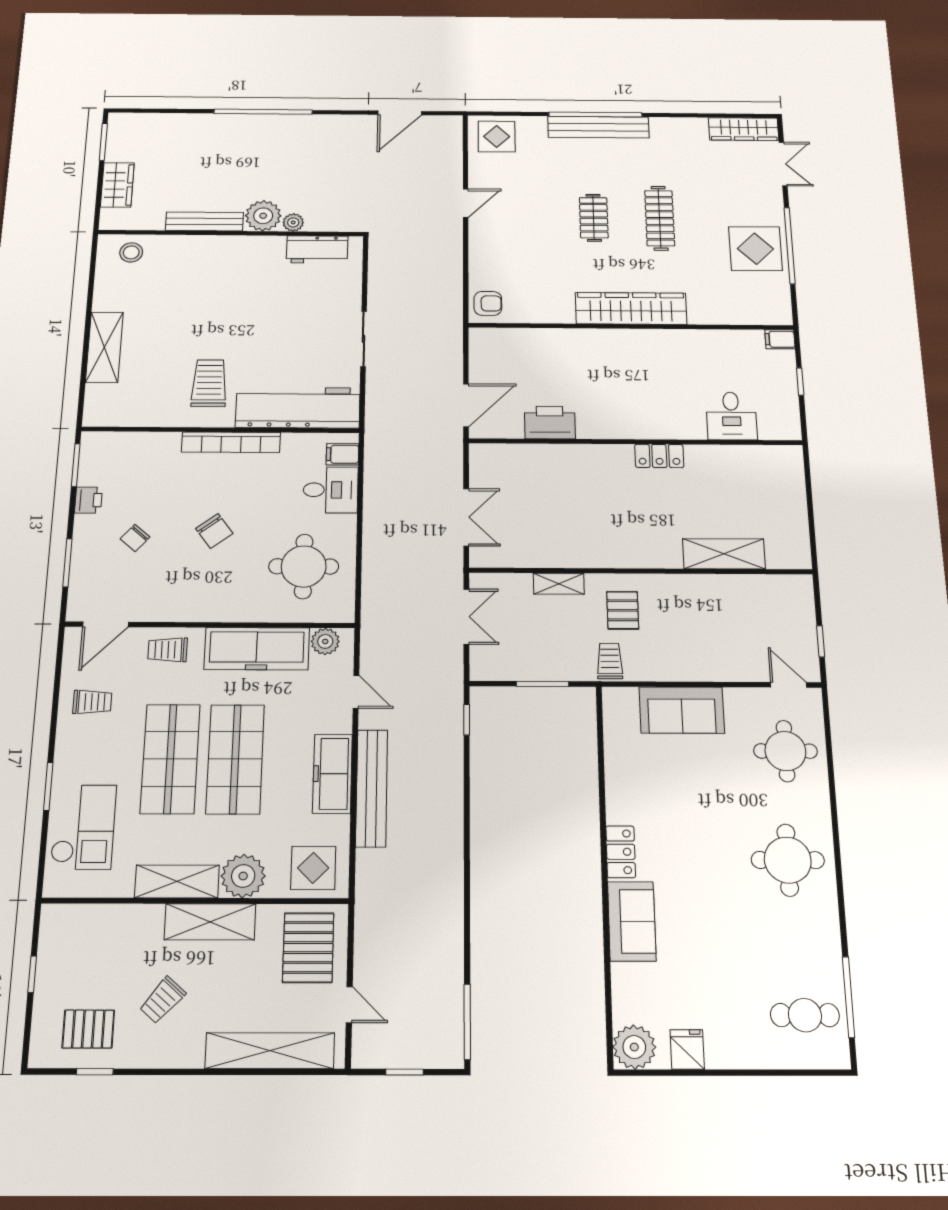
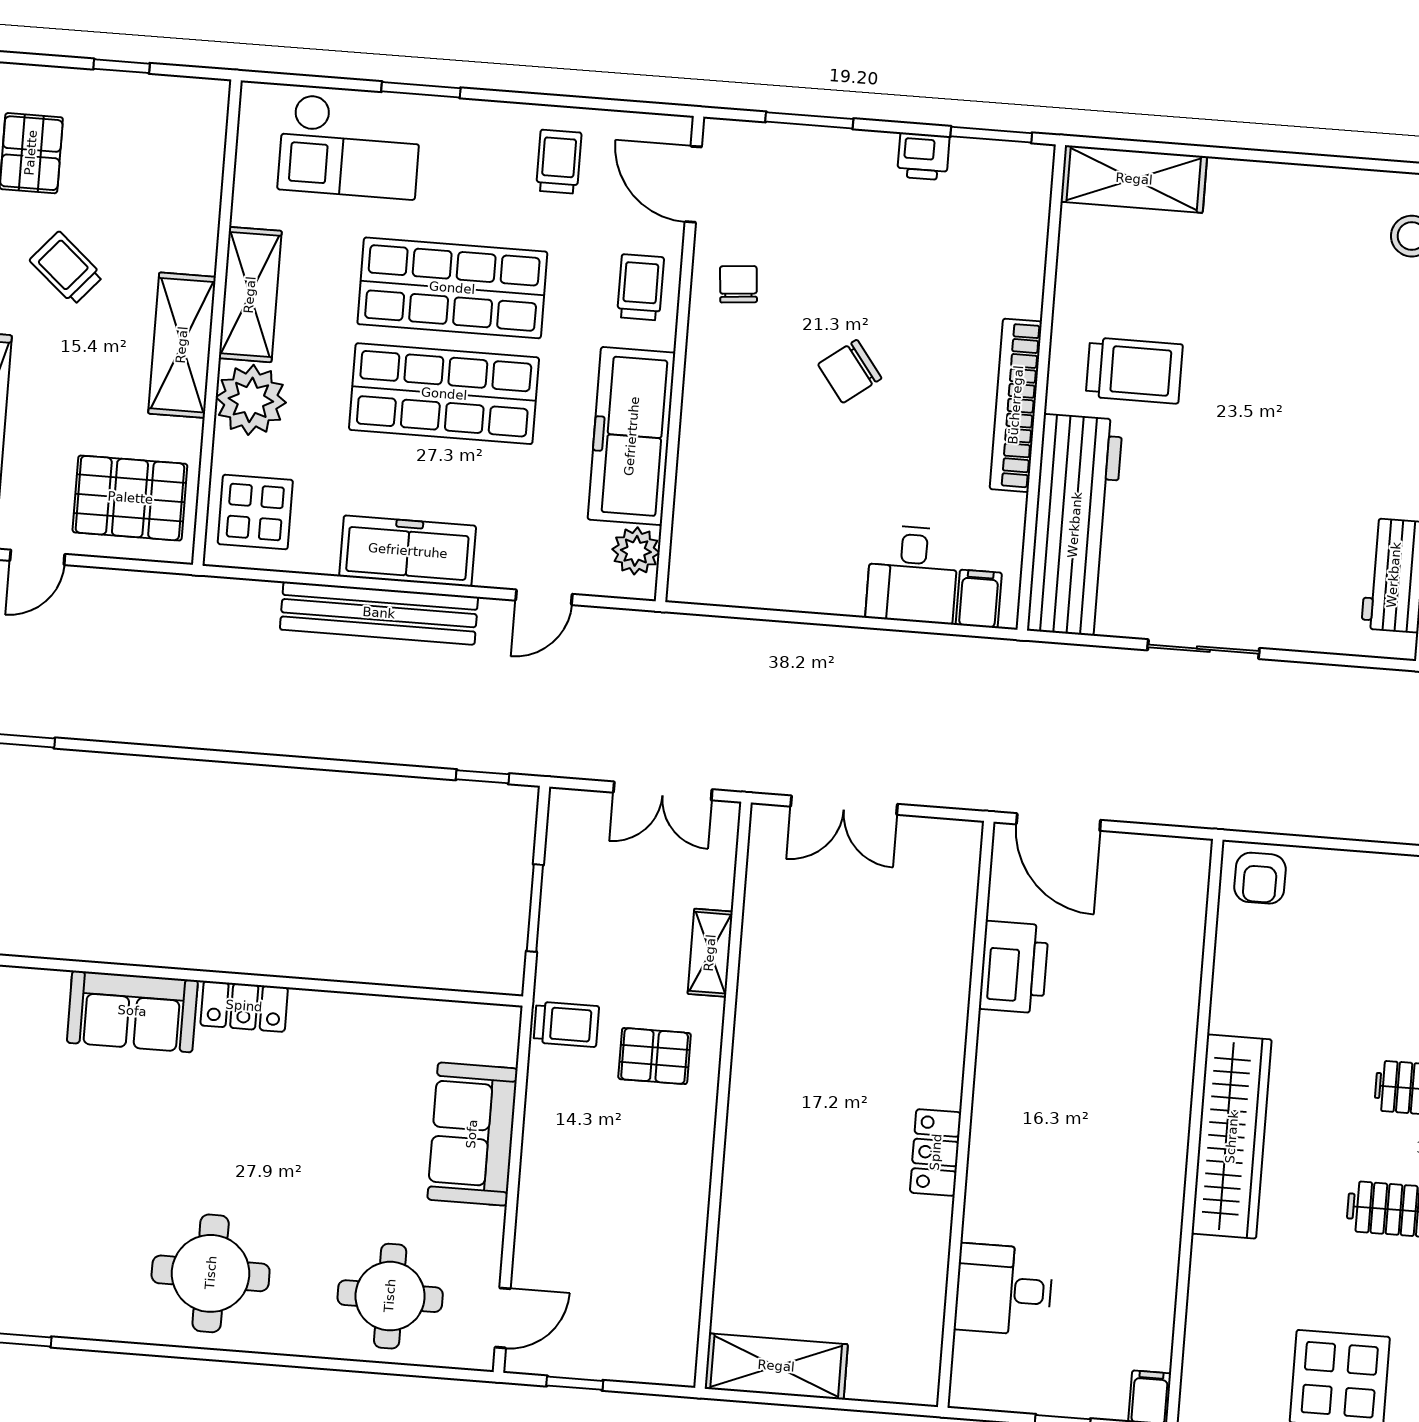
shelving: (104, 347) -> (1134, 179), moved
chair: (135, 538) -> (738, 284), moved, turned 44
shelving: (724, 554) -> (776, 1366), moved, turned 90
round table: (304, 566) -> (773, 521), removed
trolley: (92, 702) -> (559, 162), turned 180

